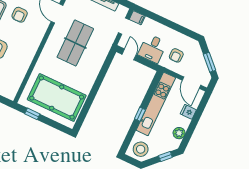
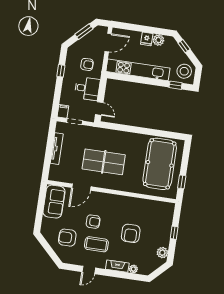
window: (178, 28) -> (61, 71), added
door: (129, 54) -> (99, 109), swing flipped
fridge: (188, 112) -> (147, 39), moved
window: (140, 114) -> (176, 85), moved

